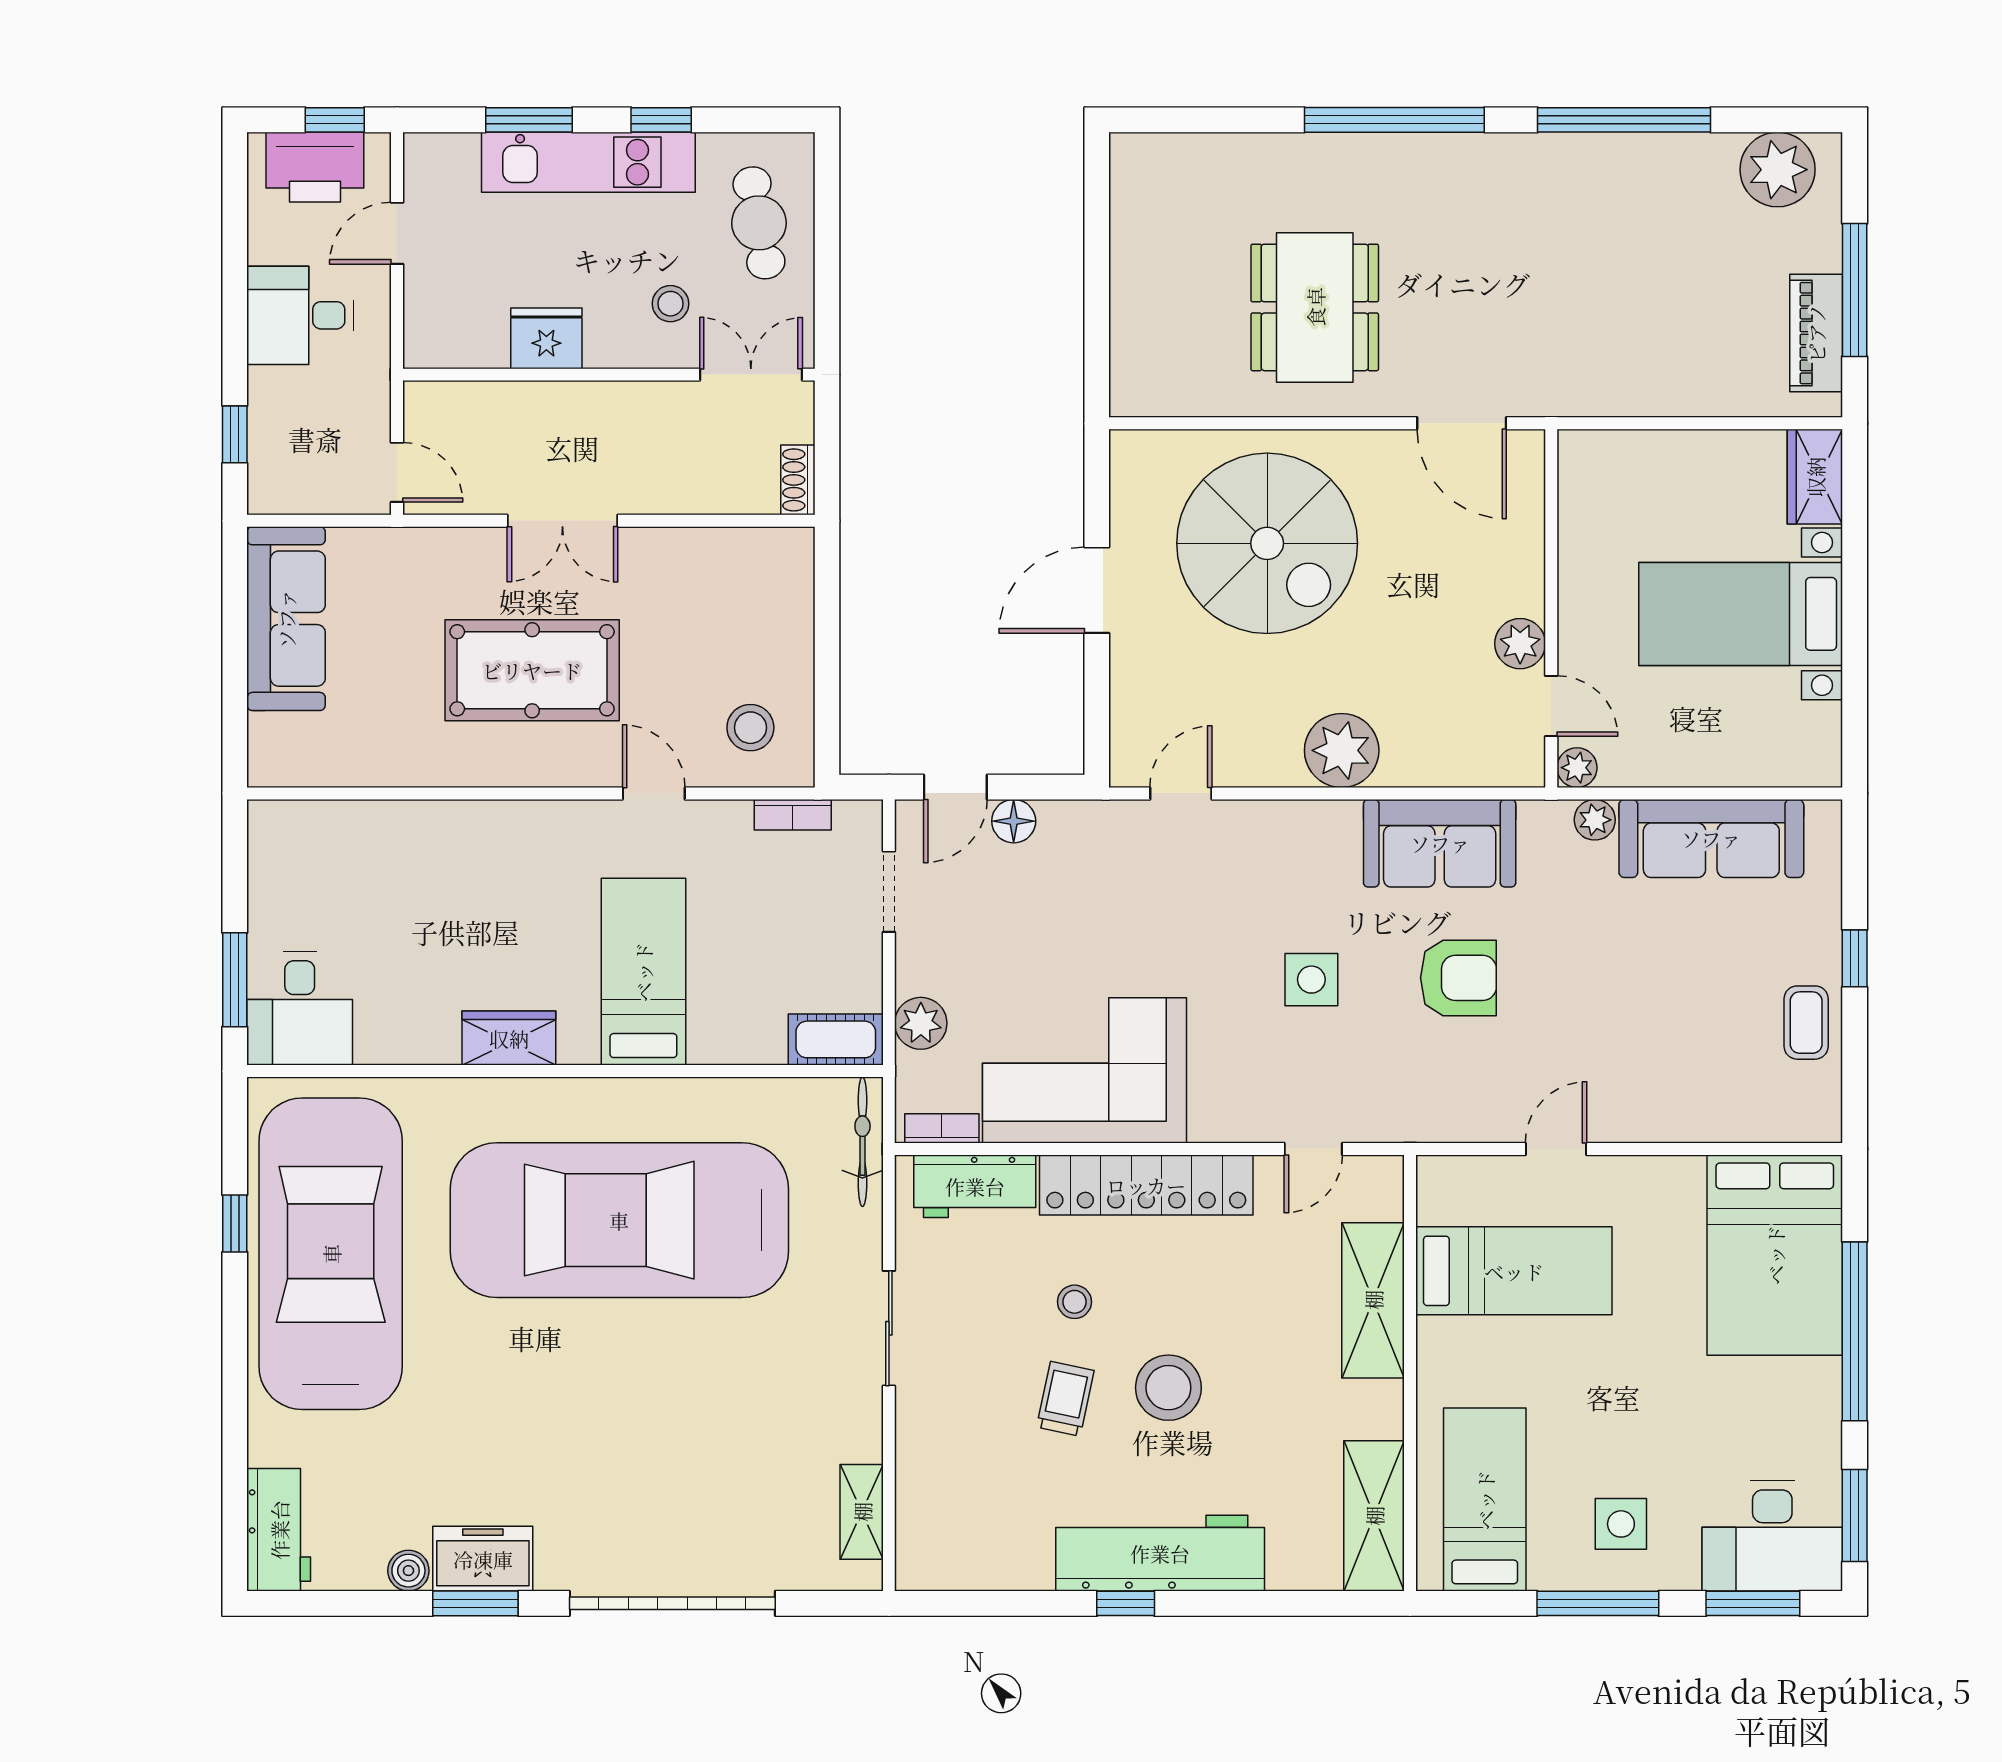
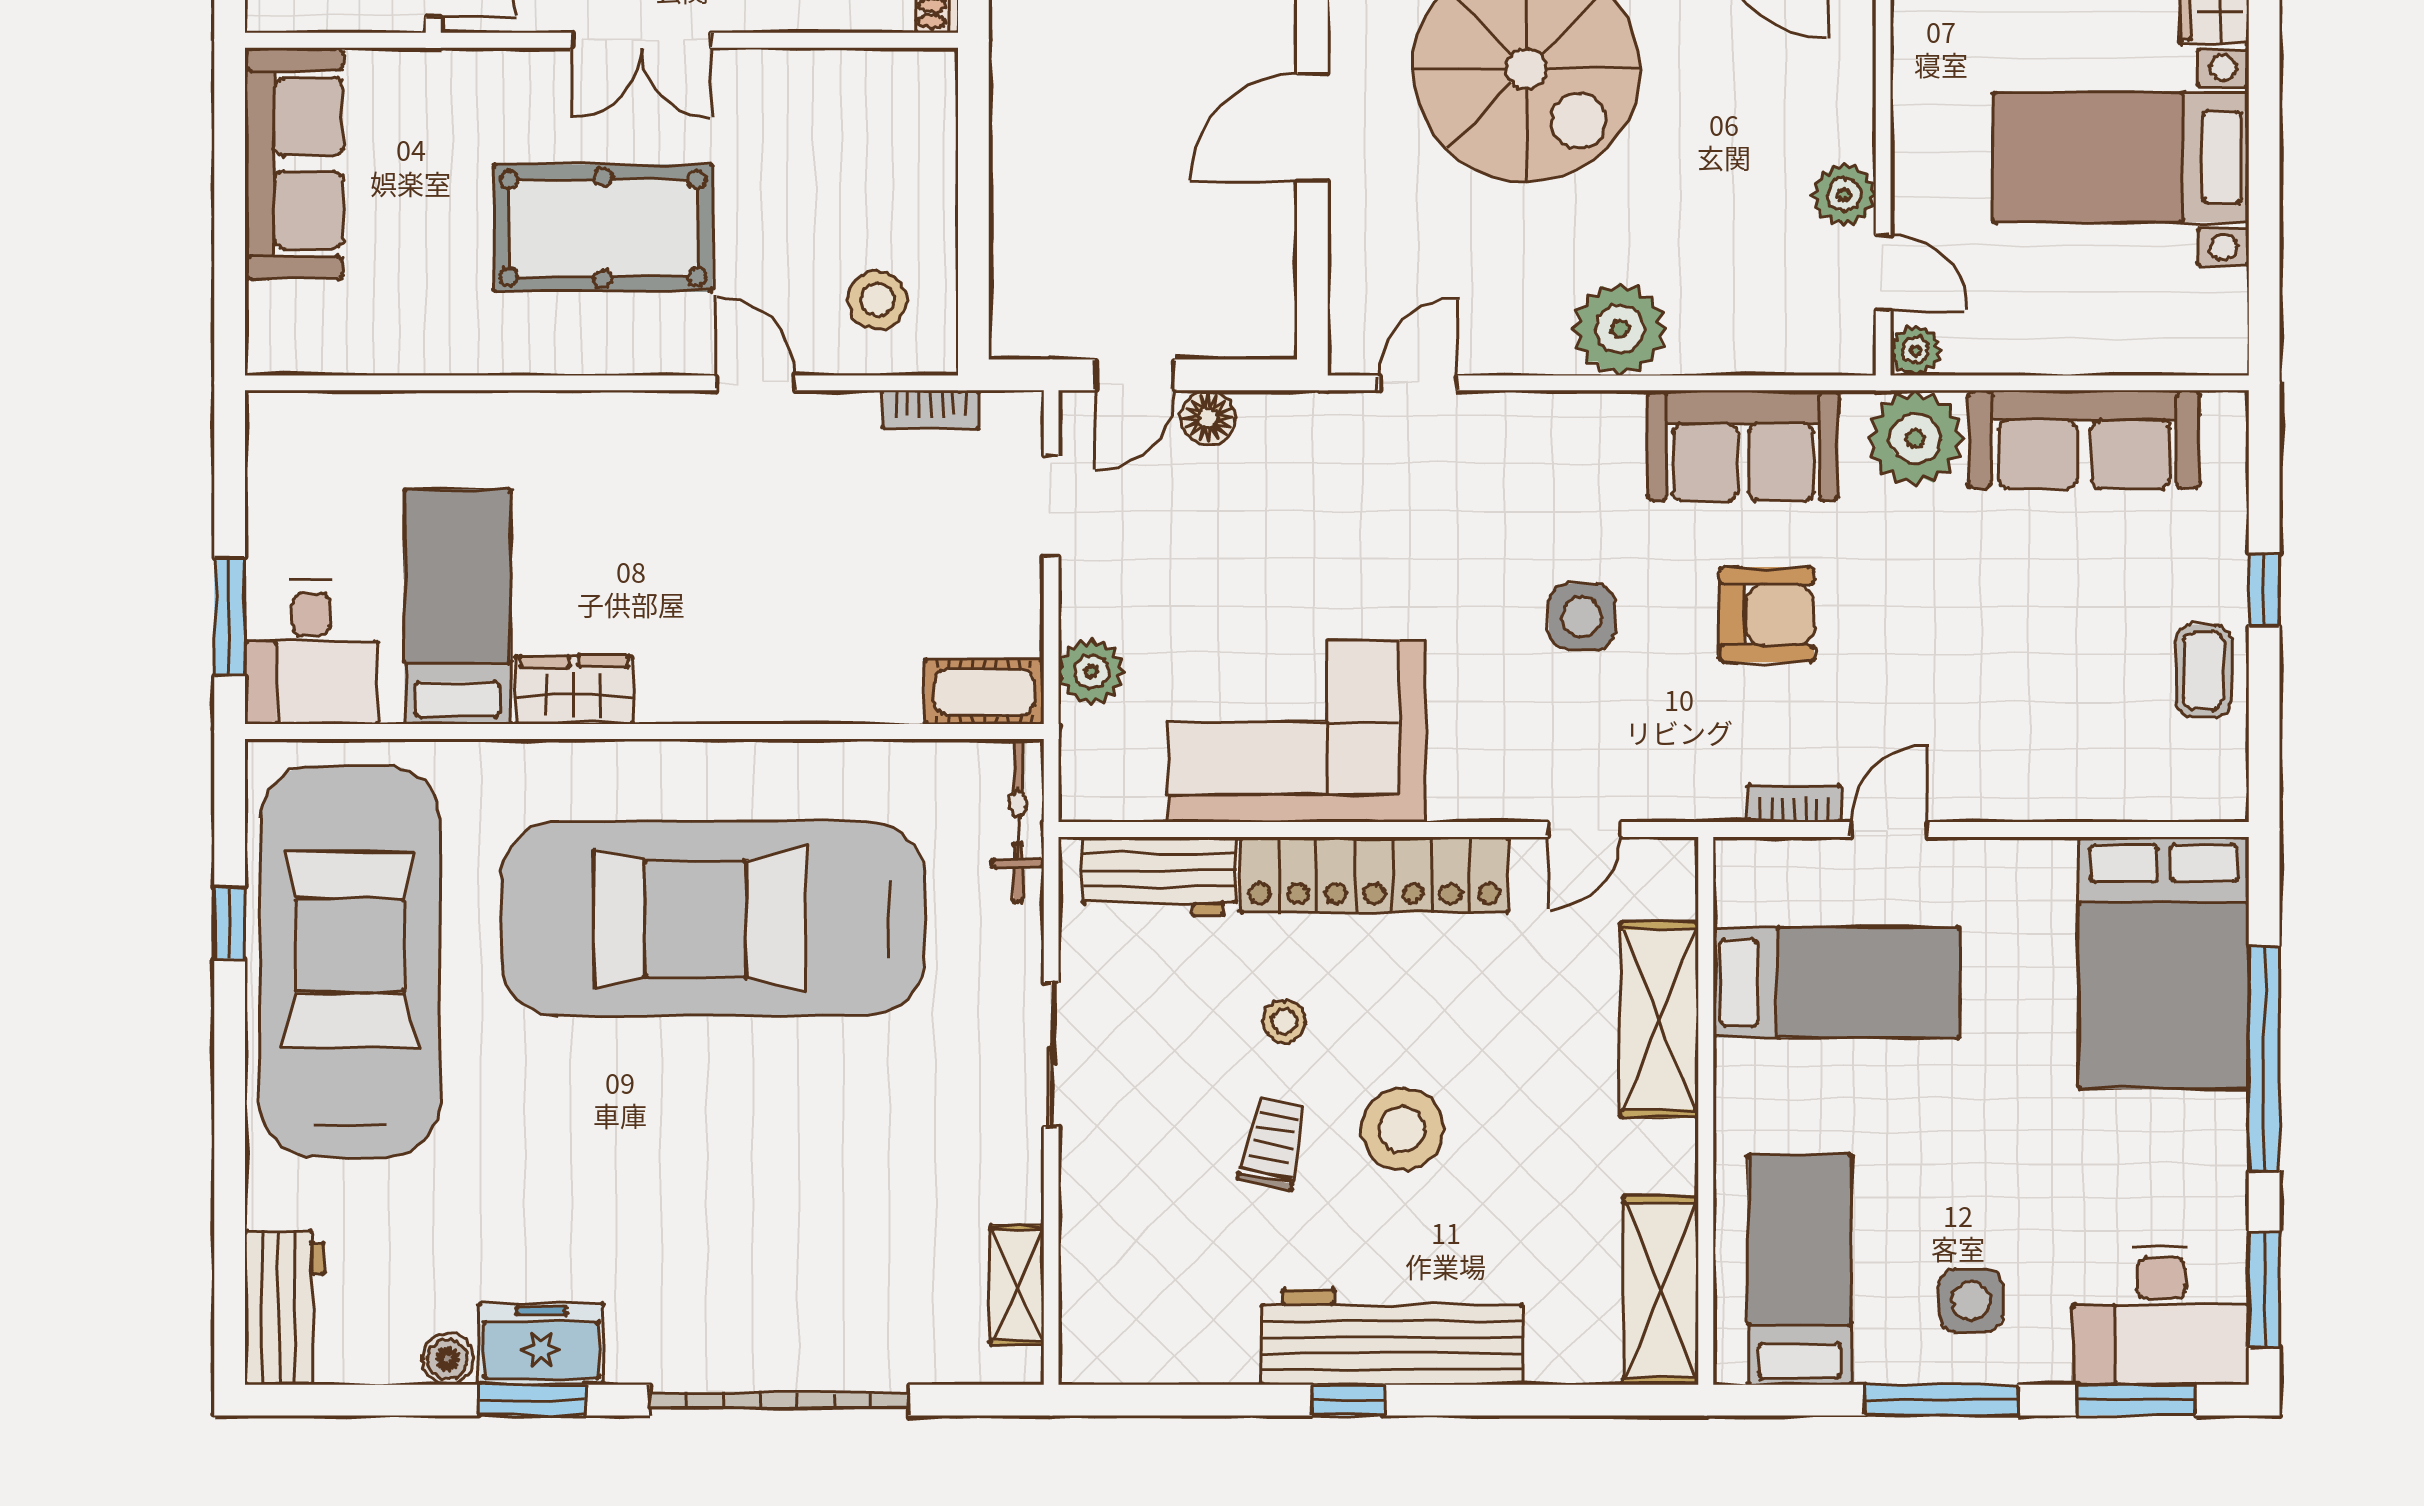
plant: (1595, 820) -> (1915, 438), width x1.88, depth x1.88
bed: (643, 972) -> (457, 607), moved
bookcase: (942, 1128) -> (1794, 804), moved

